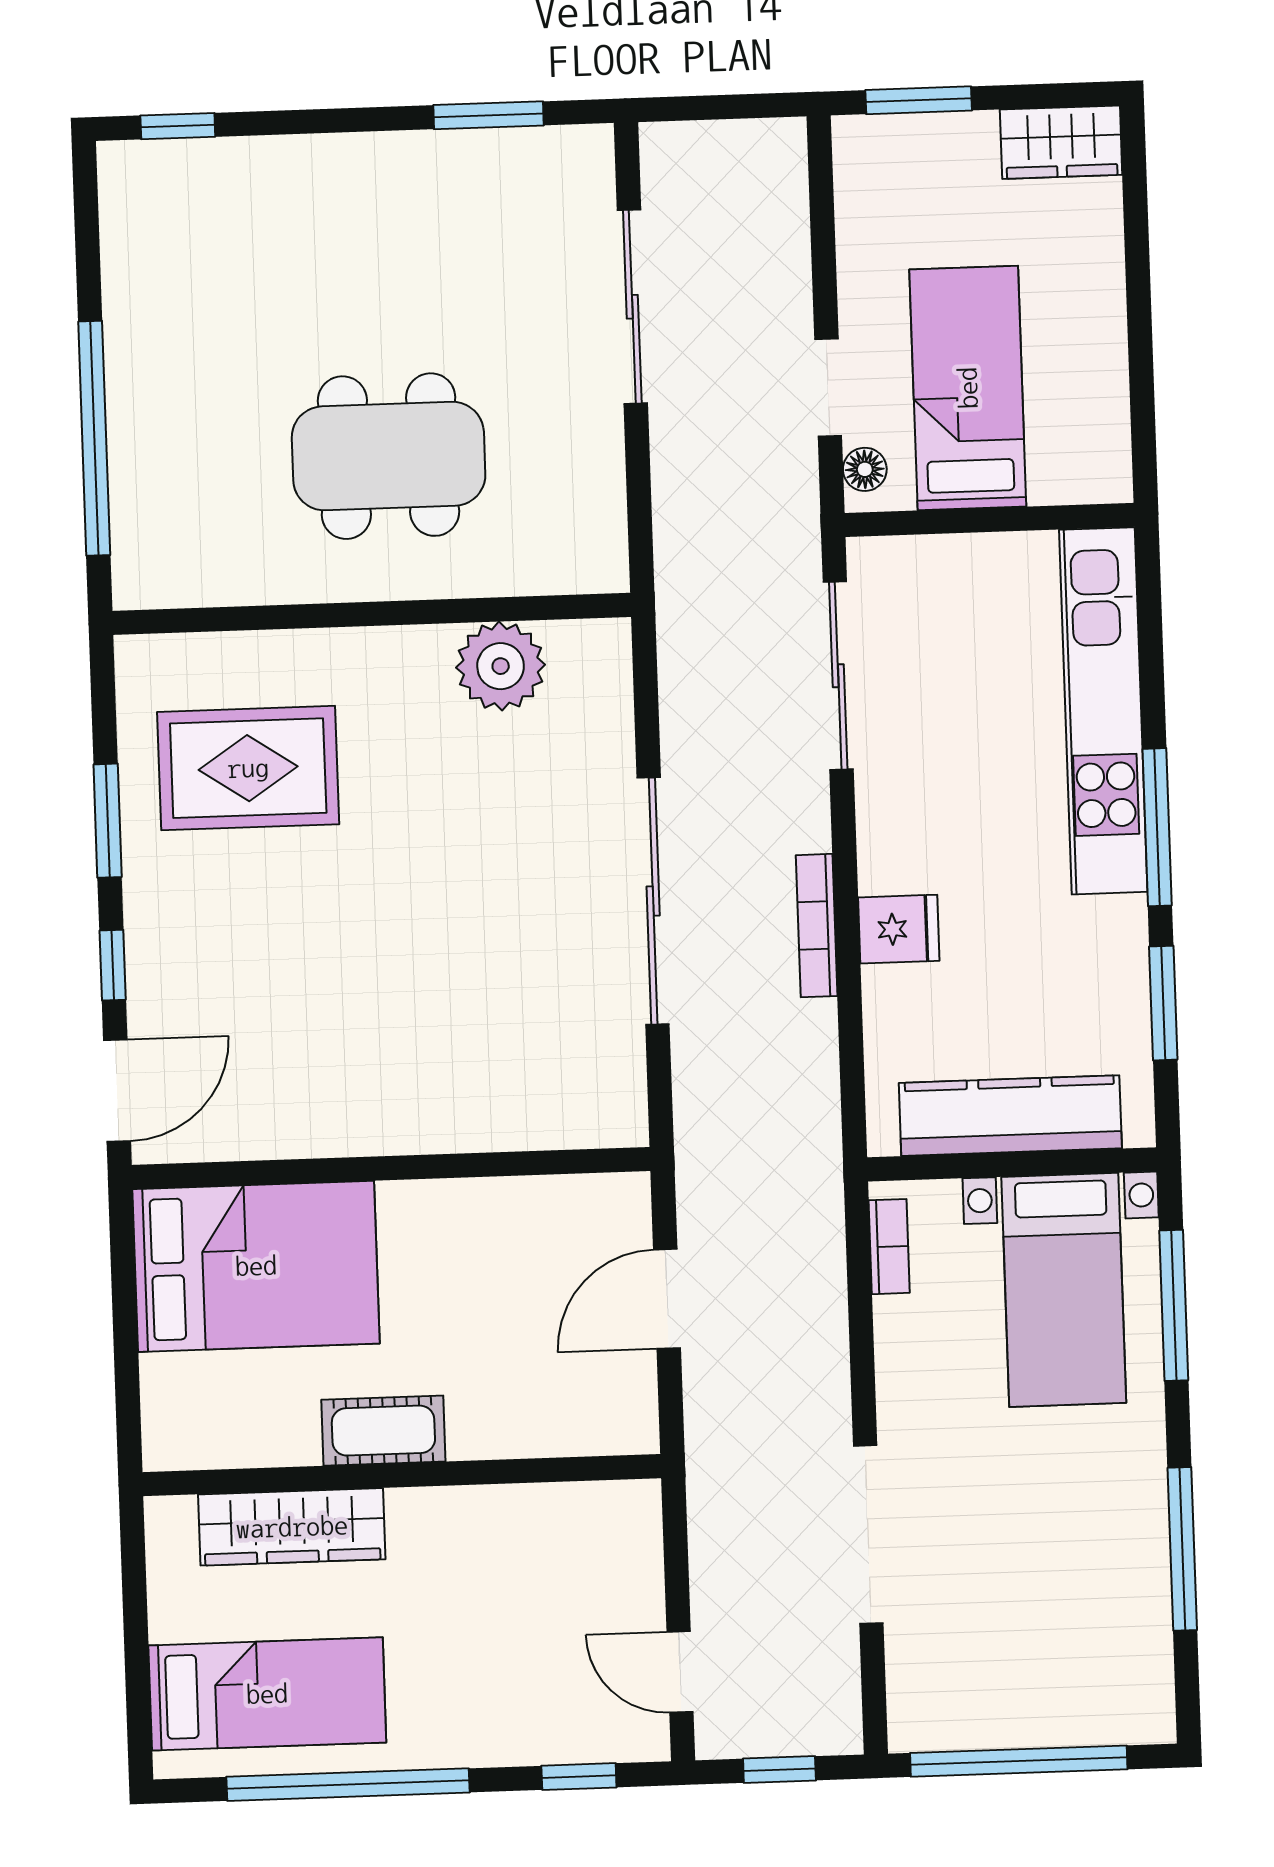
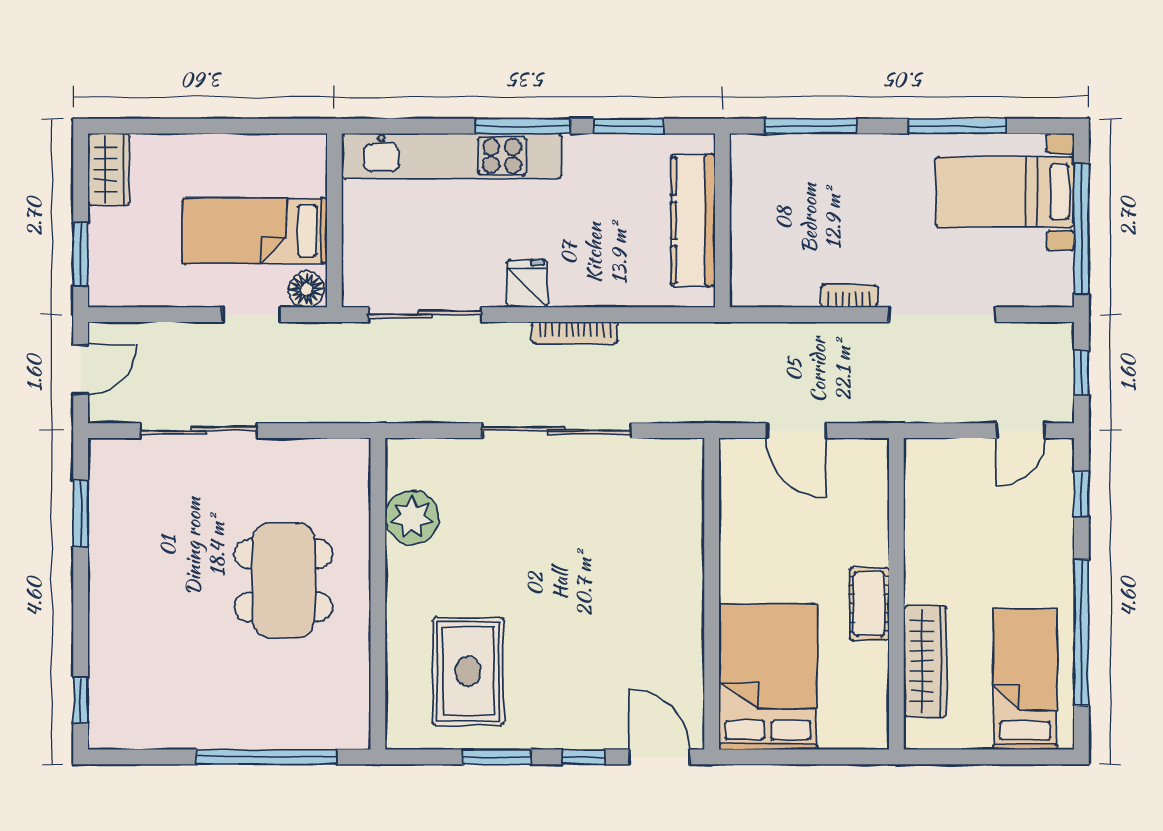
door: (727, 107) -> (81, 370), added
floor lamp: (865, 469) -> (306, 289), width x1.37, depth x1.37
fridge: (899, 929) -> (527, 283), moved
bookcase: (889, 1247) -> (849, 296), moved
bed with nightstands: (1064, 1290) -> (1005, 192), moved, turned 180

